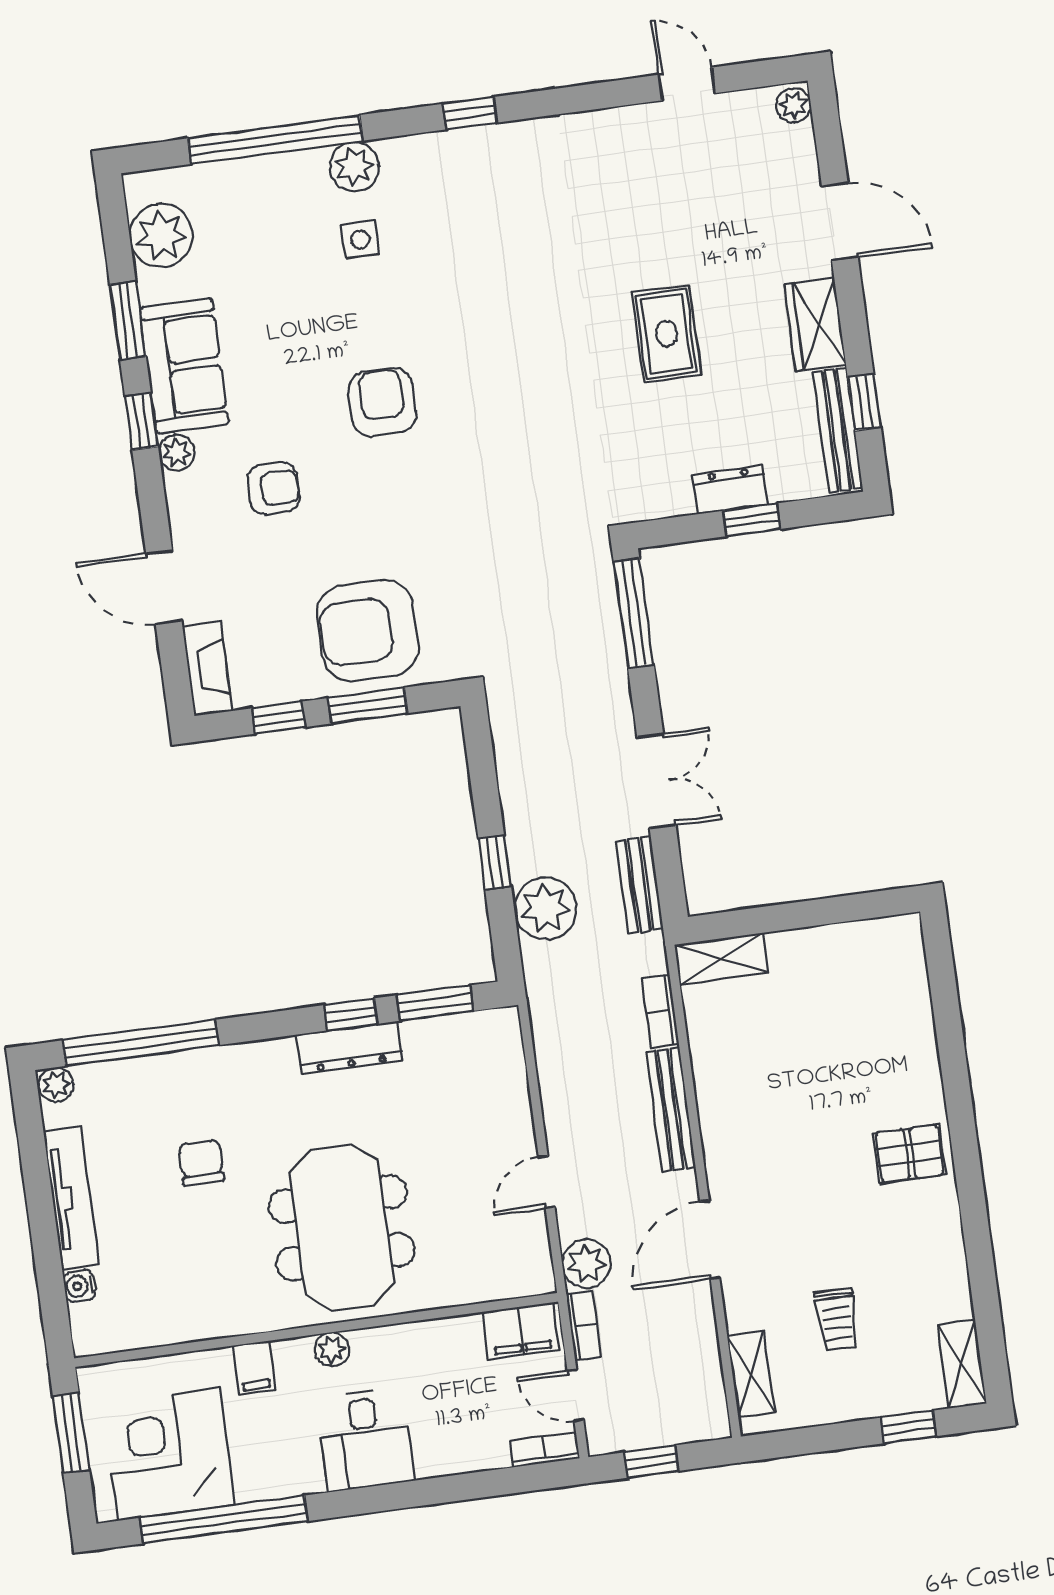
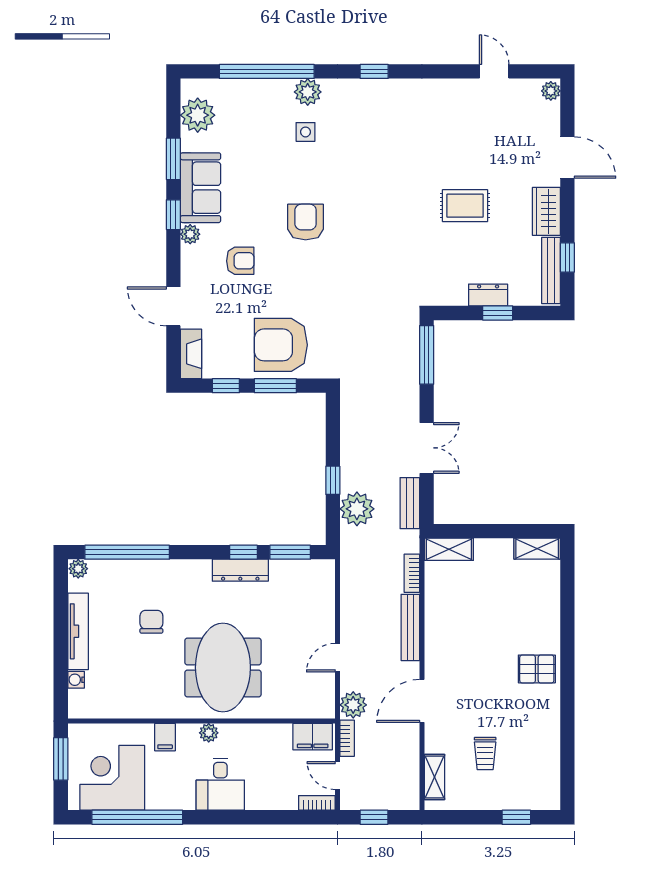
rug: (666, 334) -> (465, 206), turned 90
shelving: (962, 1364) -> (537, 549), moved, turned 90

